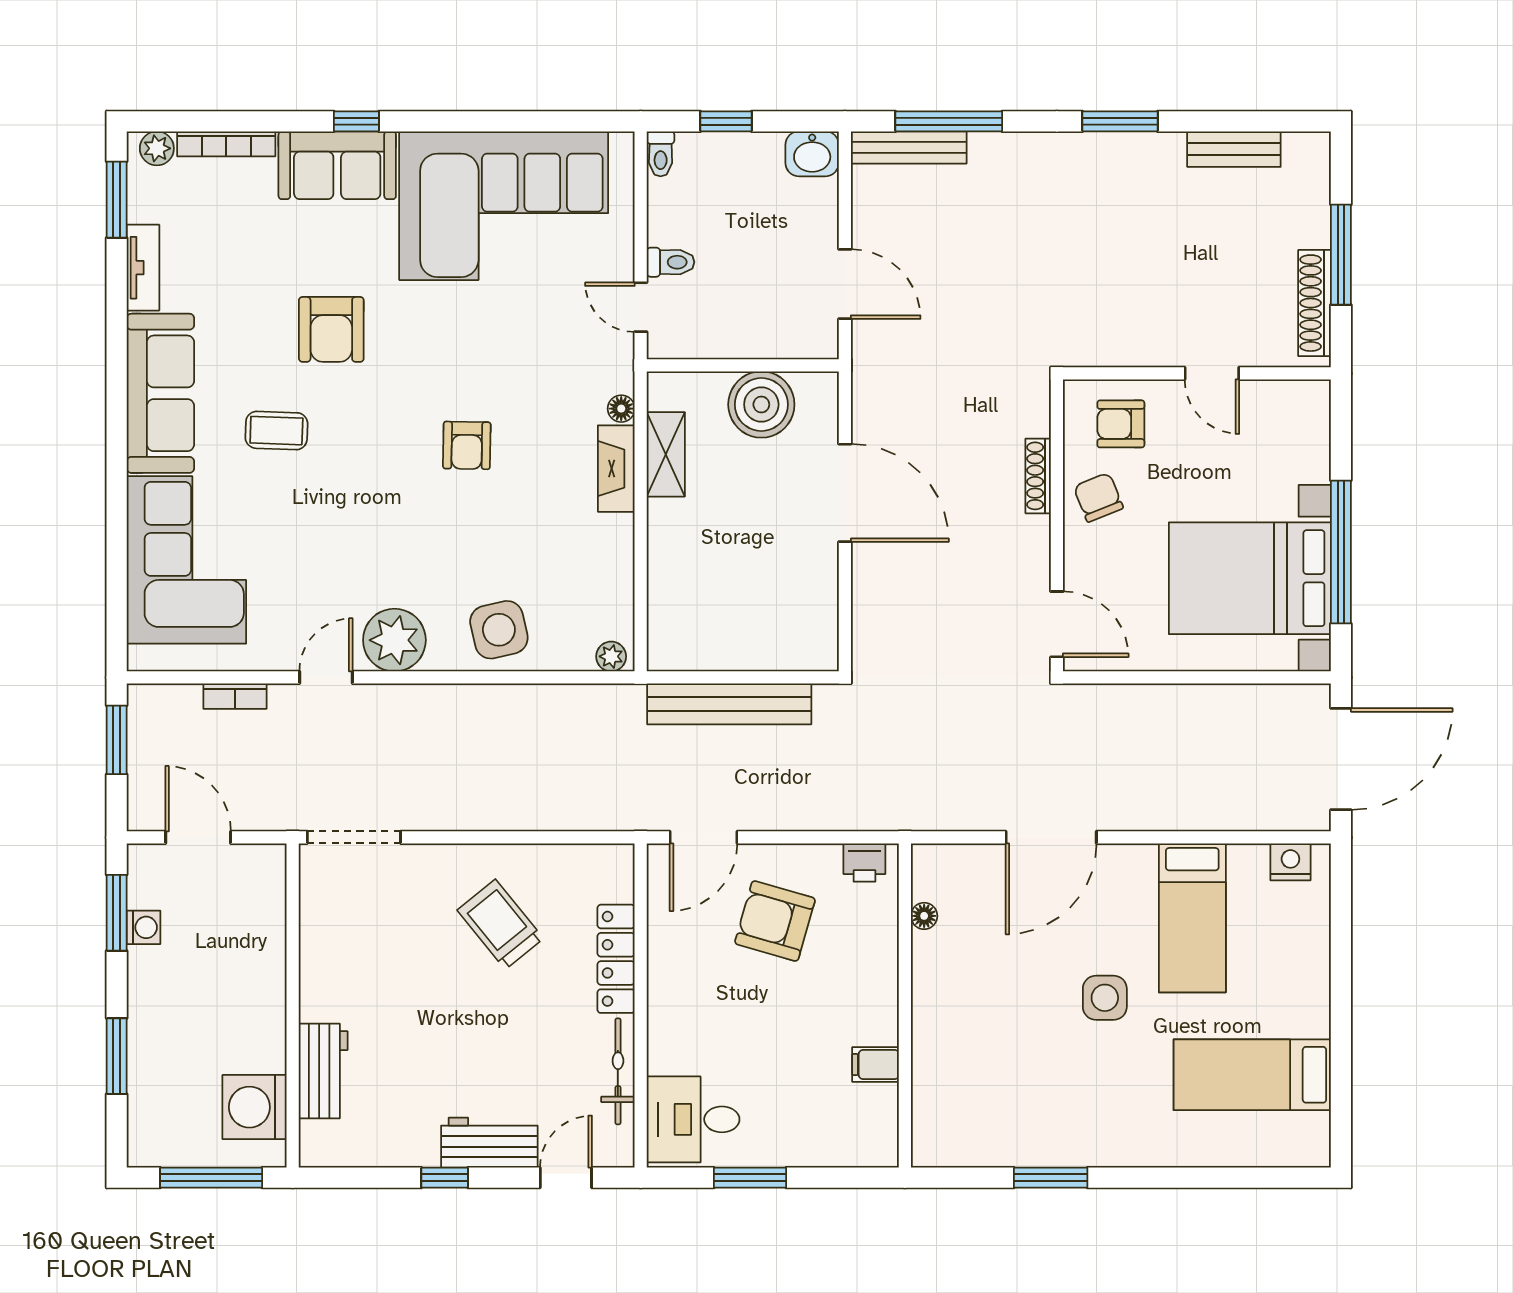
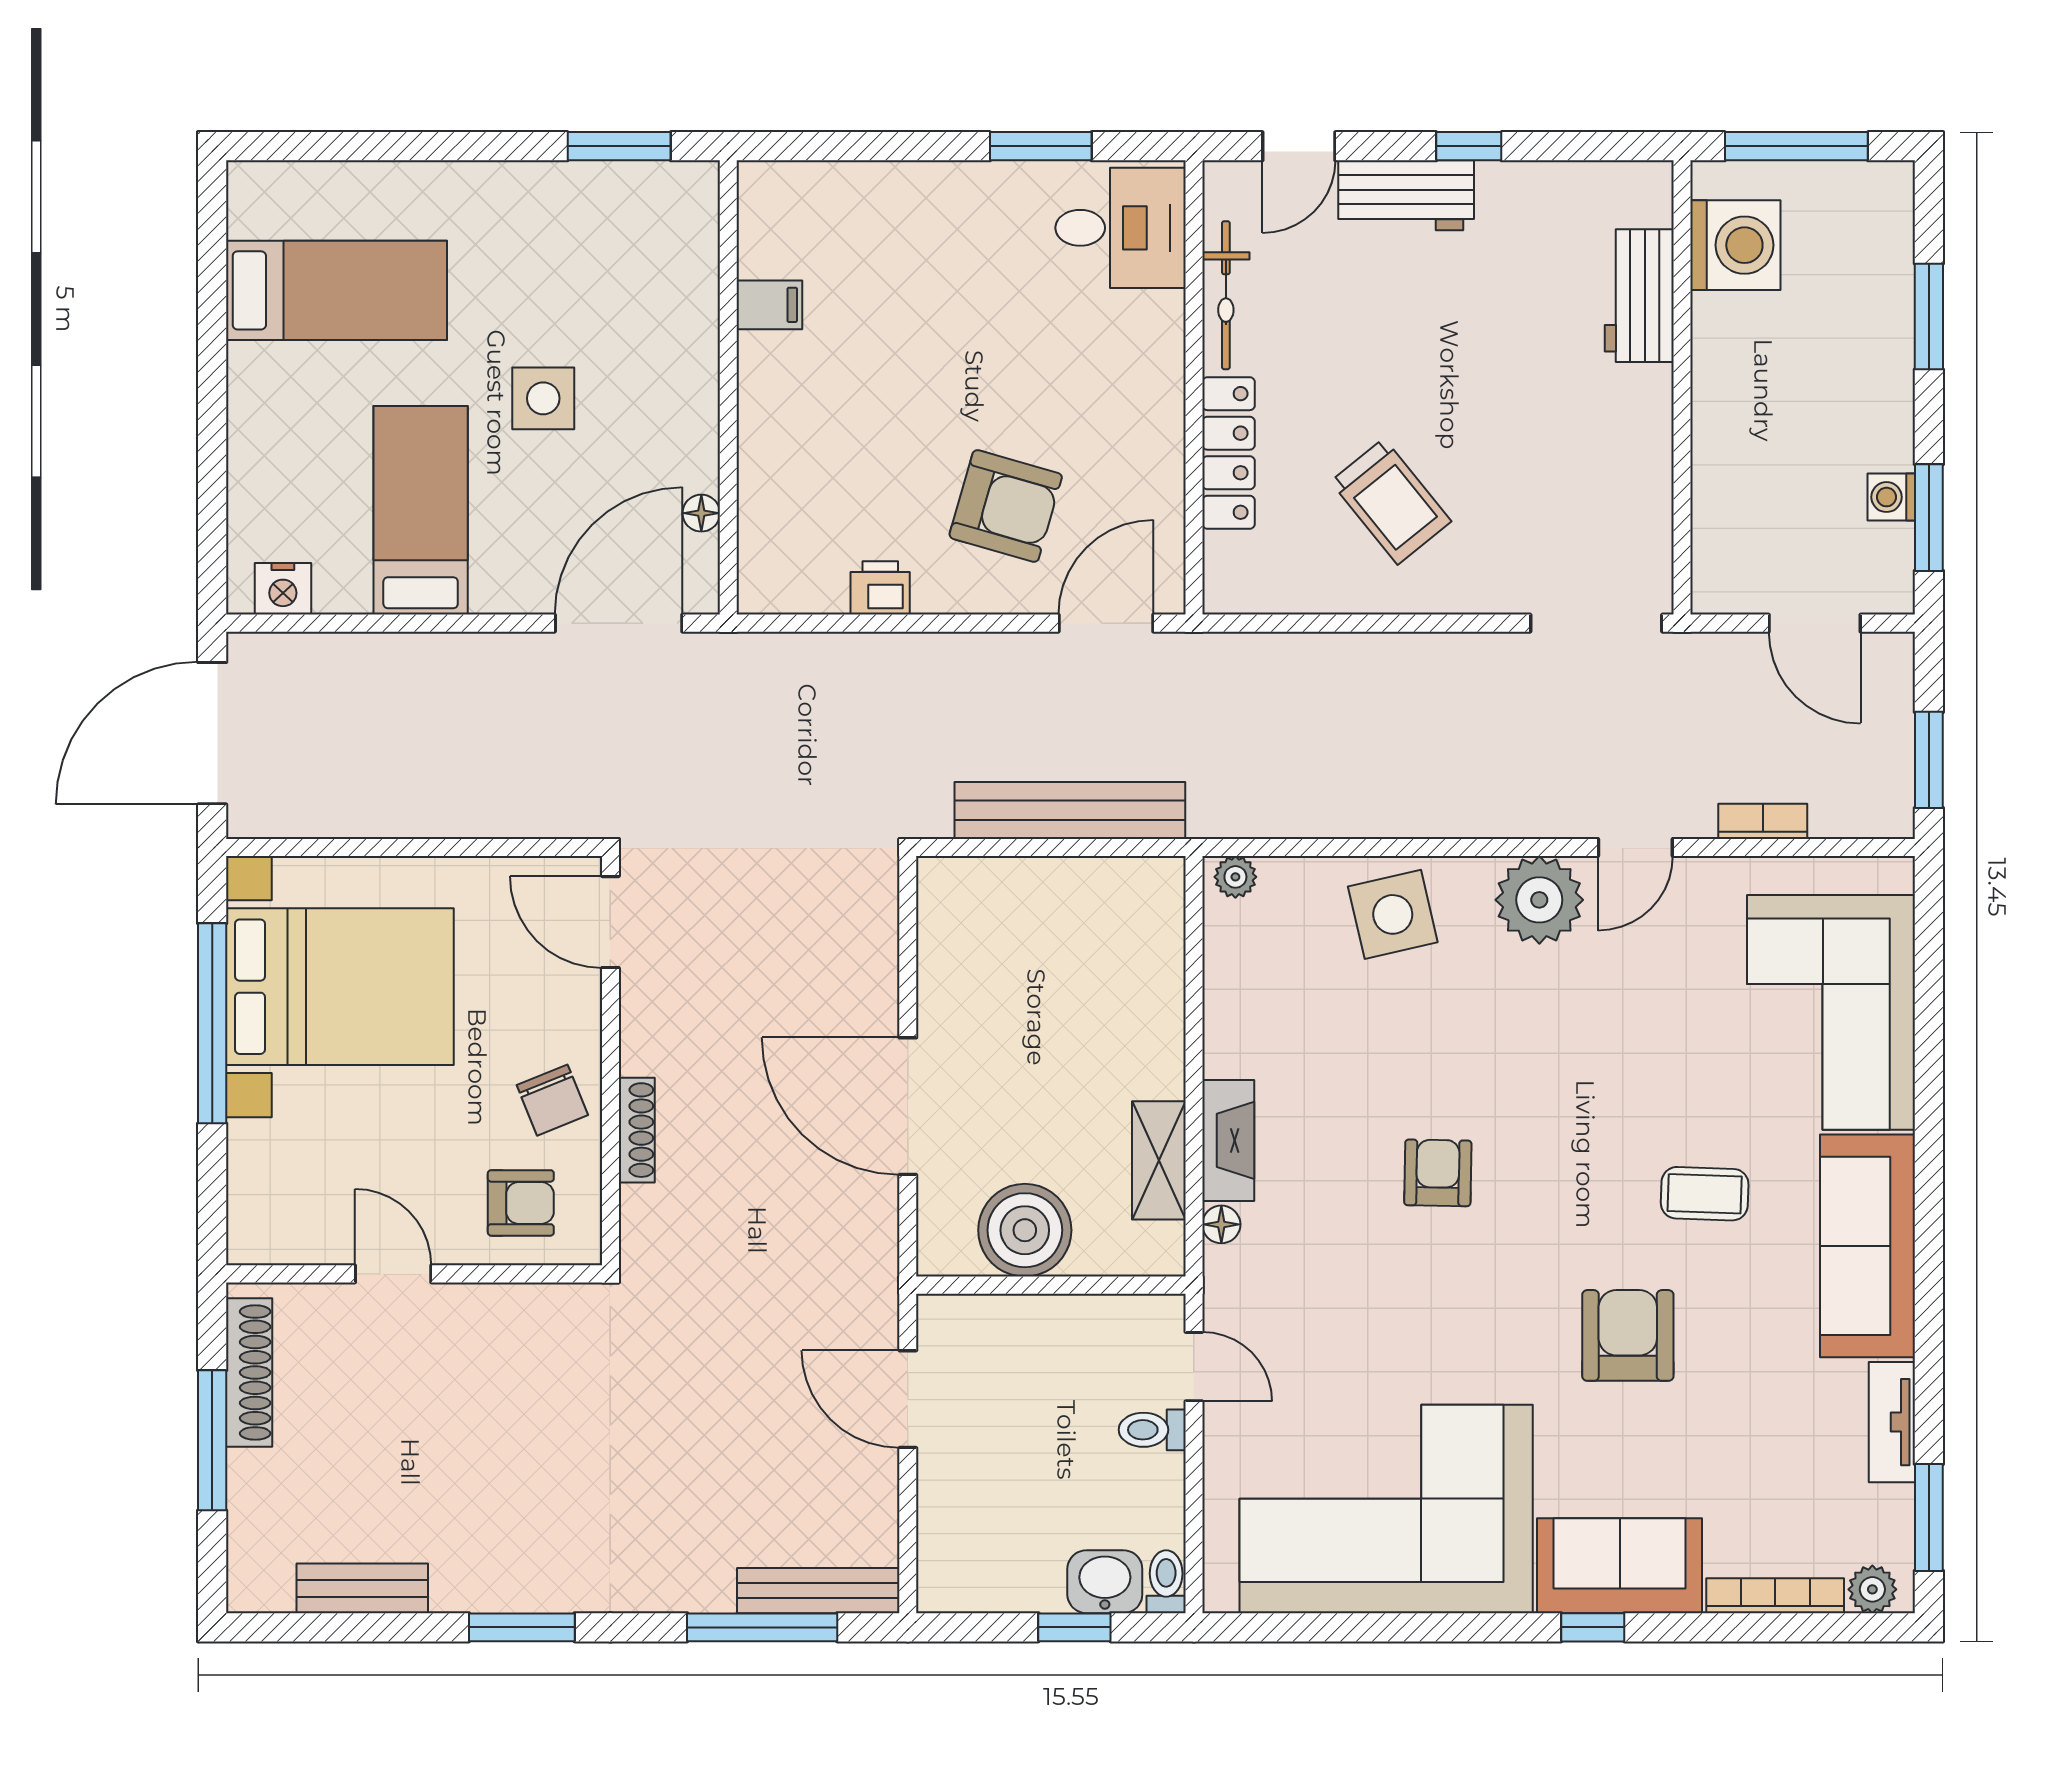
washbasin: (812, 154) -> (1105, 1582), moved
floor lamp: (924, 916) -> (701, 513), moved
wall: (905, 1006) -> (728, 387), moved
filing cabinet: (876, 1065) -> (769, 305), moved

